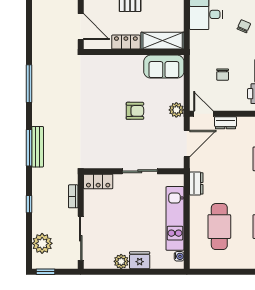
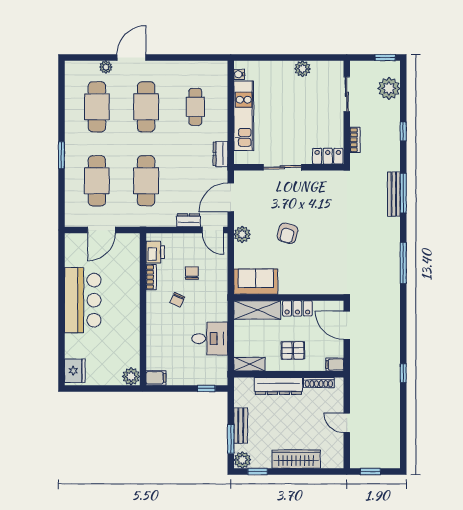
chair: (244, 26) -> (177, 300), moved
armchair: (135, 111) -> (288, 233), turned -74
cafe table: (219, 227) -> (195, 107), width x0.73, depth x0.74
sliding door: (81, 238) -> (347, 94), width x0.73
fridge: (140, 260) -> (282, 70), removed

